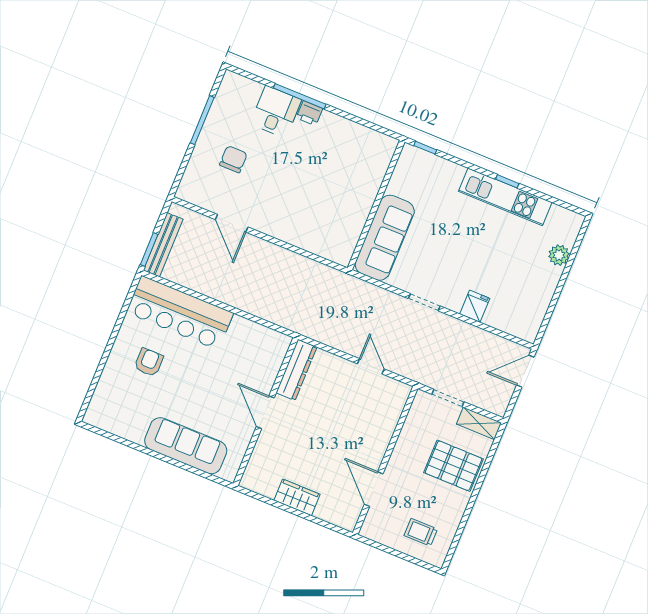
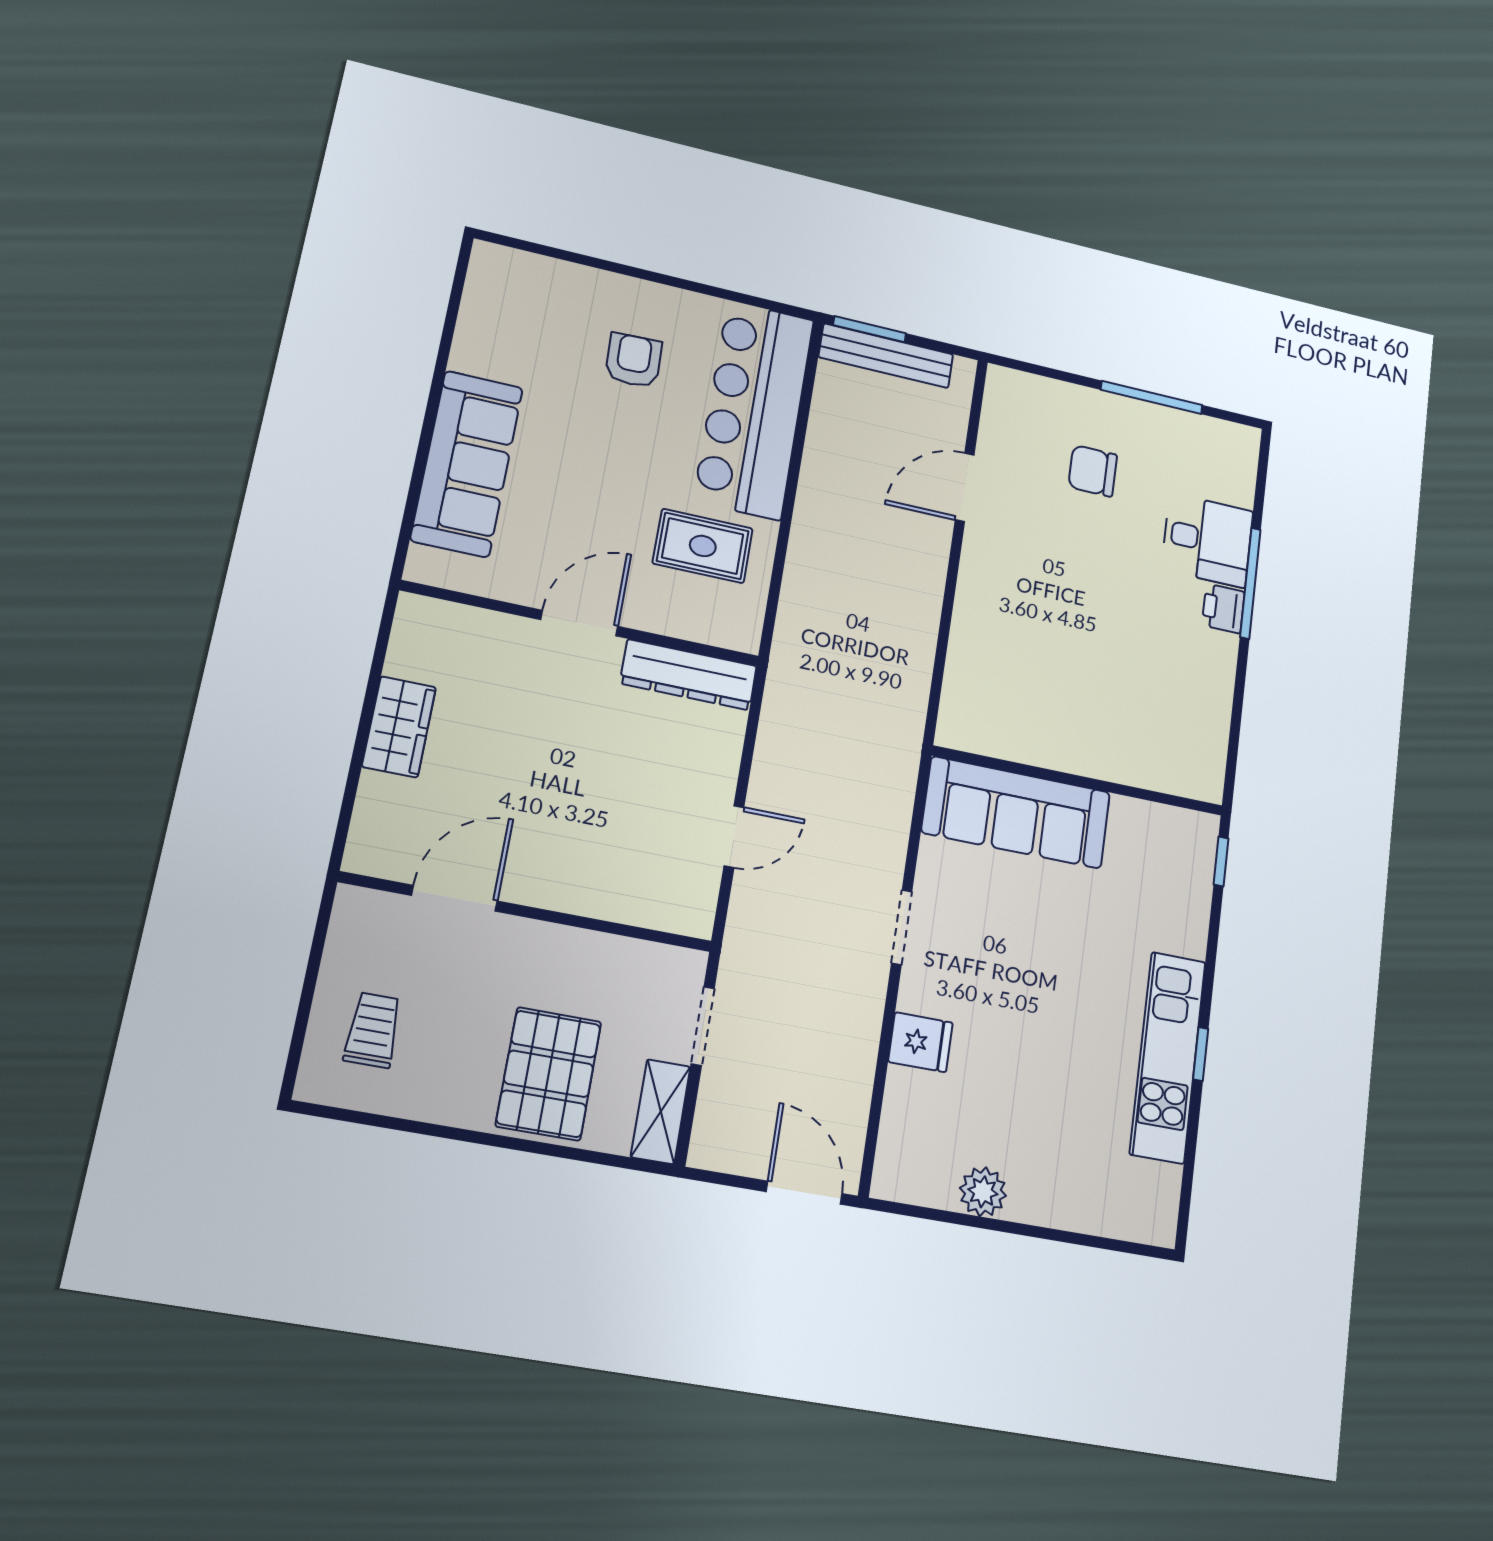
chair: (233, 159) -> (1093, 471), turned 180
plant: (559, 255) -> (983, 1192), moved
rug: (240, 351) -> (703, 546), added
armchair: (149, 362) -> (634, 360), turned -92

